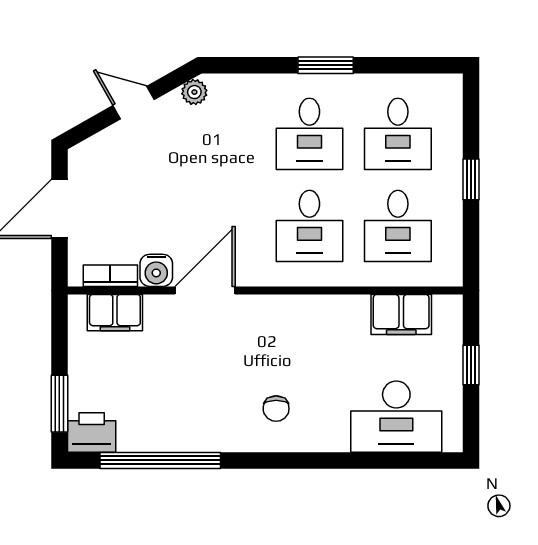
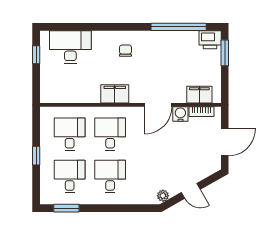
window: (326, 65) -> (66, 208), moved
filing cabinet: (401, 314) -> (115, 94), moved
window: (471, 365) -> (36, 55), moved

